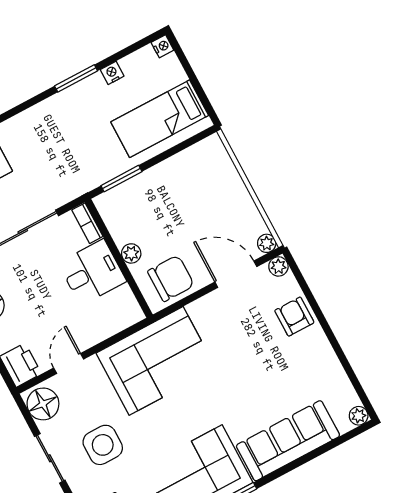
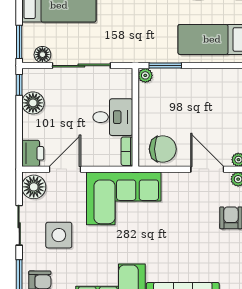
bookcase: (87, 223) -> (127, 151), moved
plant: (131, 253) -> (145, 75), moved
door: (69, 364) -> (65, 169), width x1.38

